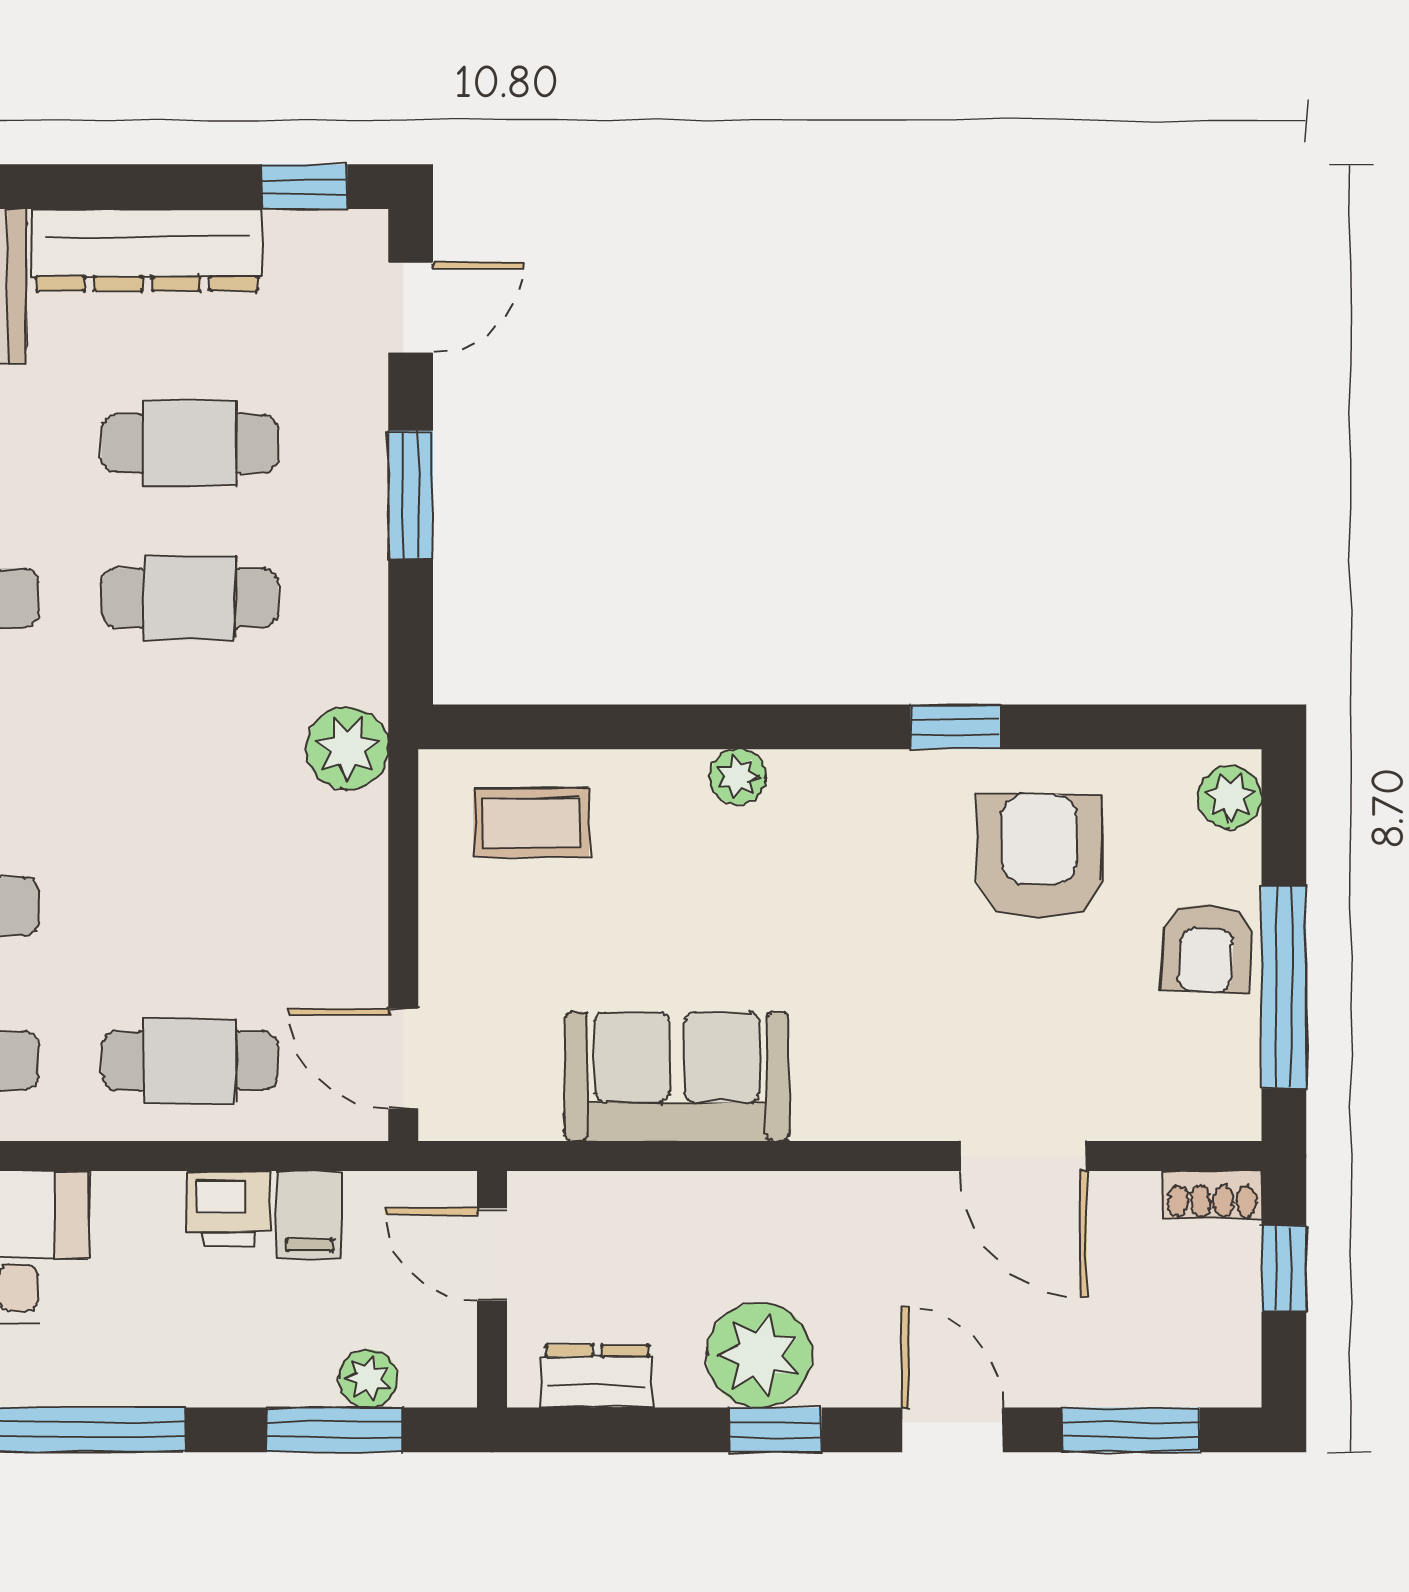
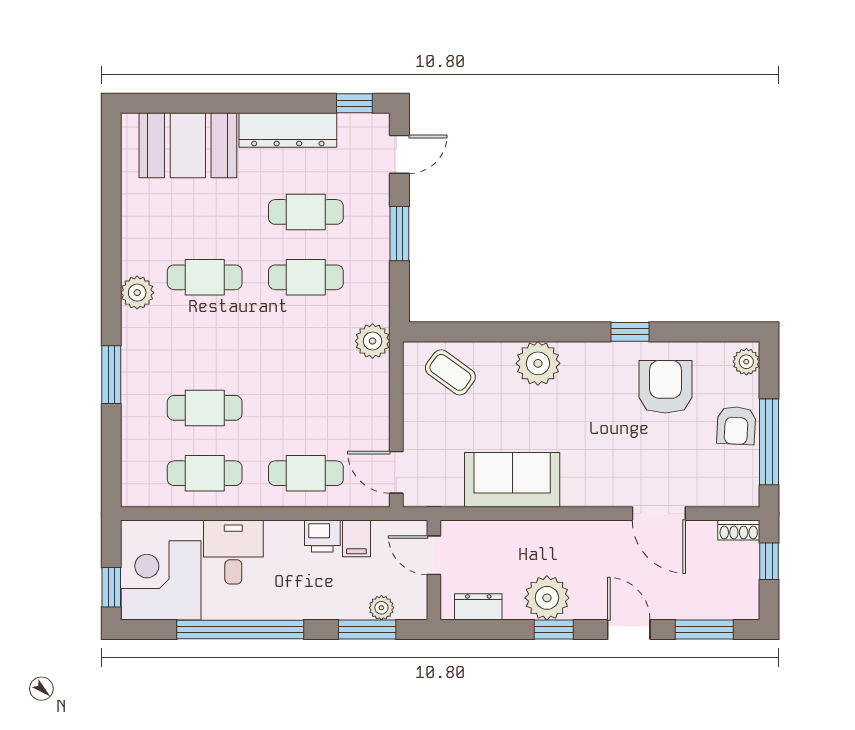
plant: (738, 777) -> (538, 363), width x1.88, depth x1.88
coffee table: (531, 822) -> (450, 372), turned 36

